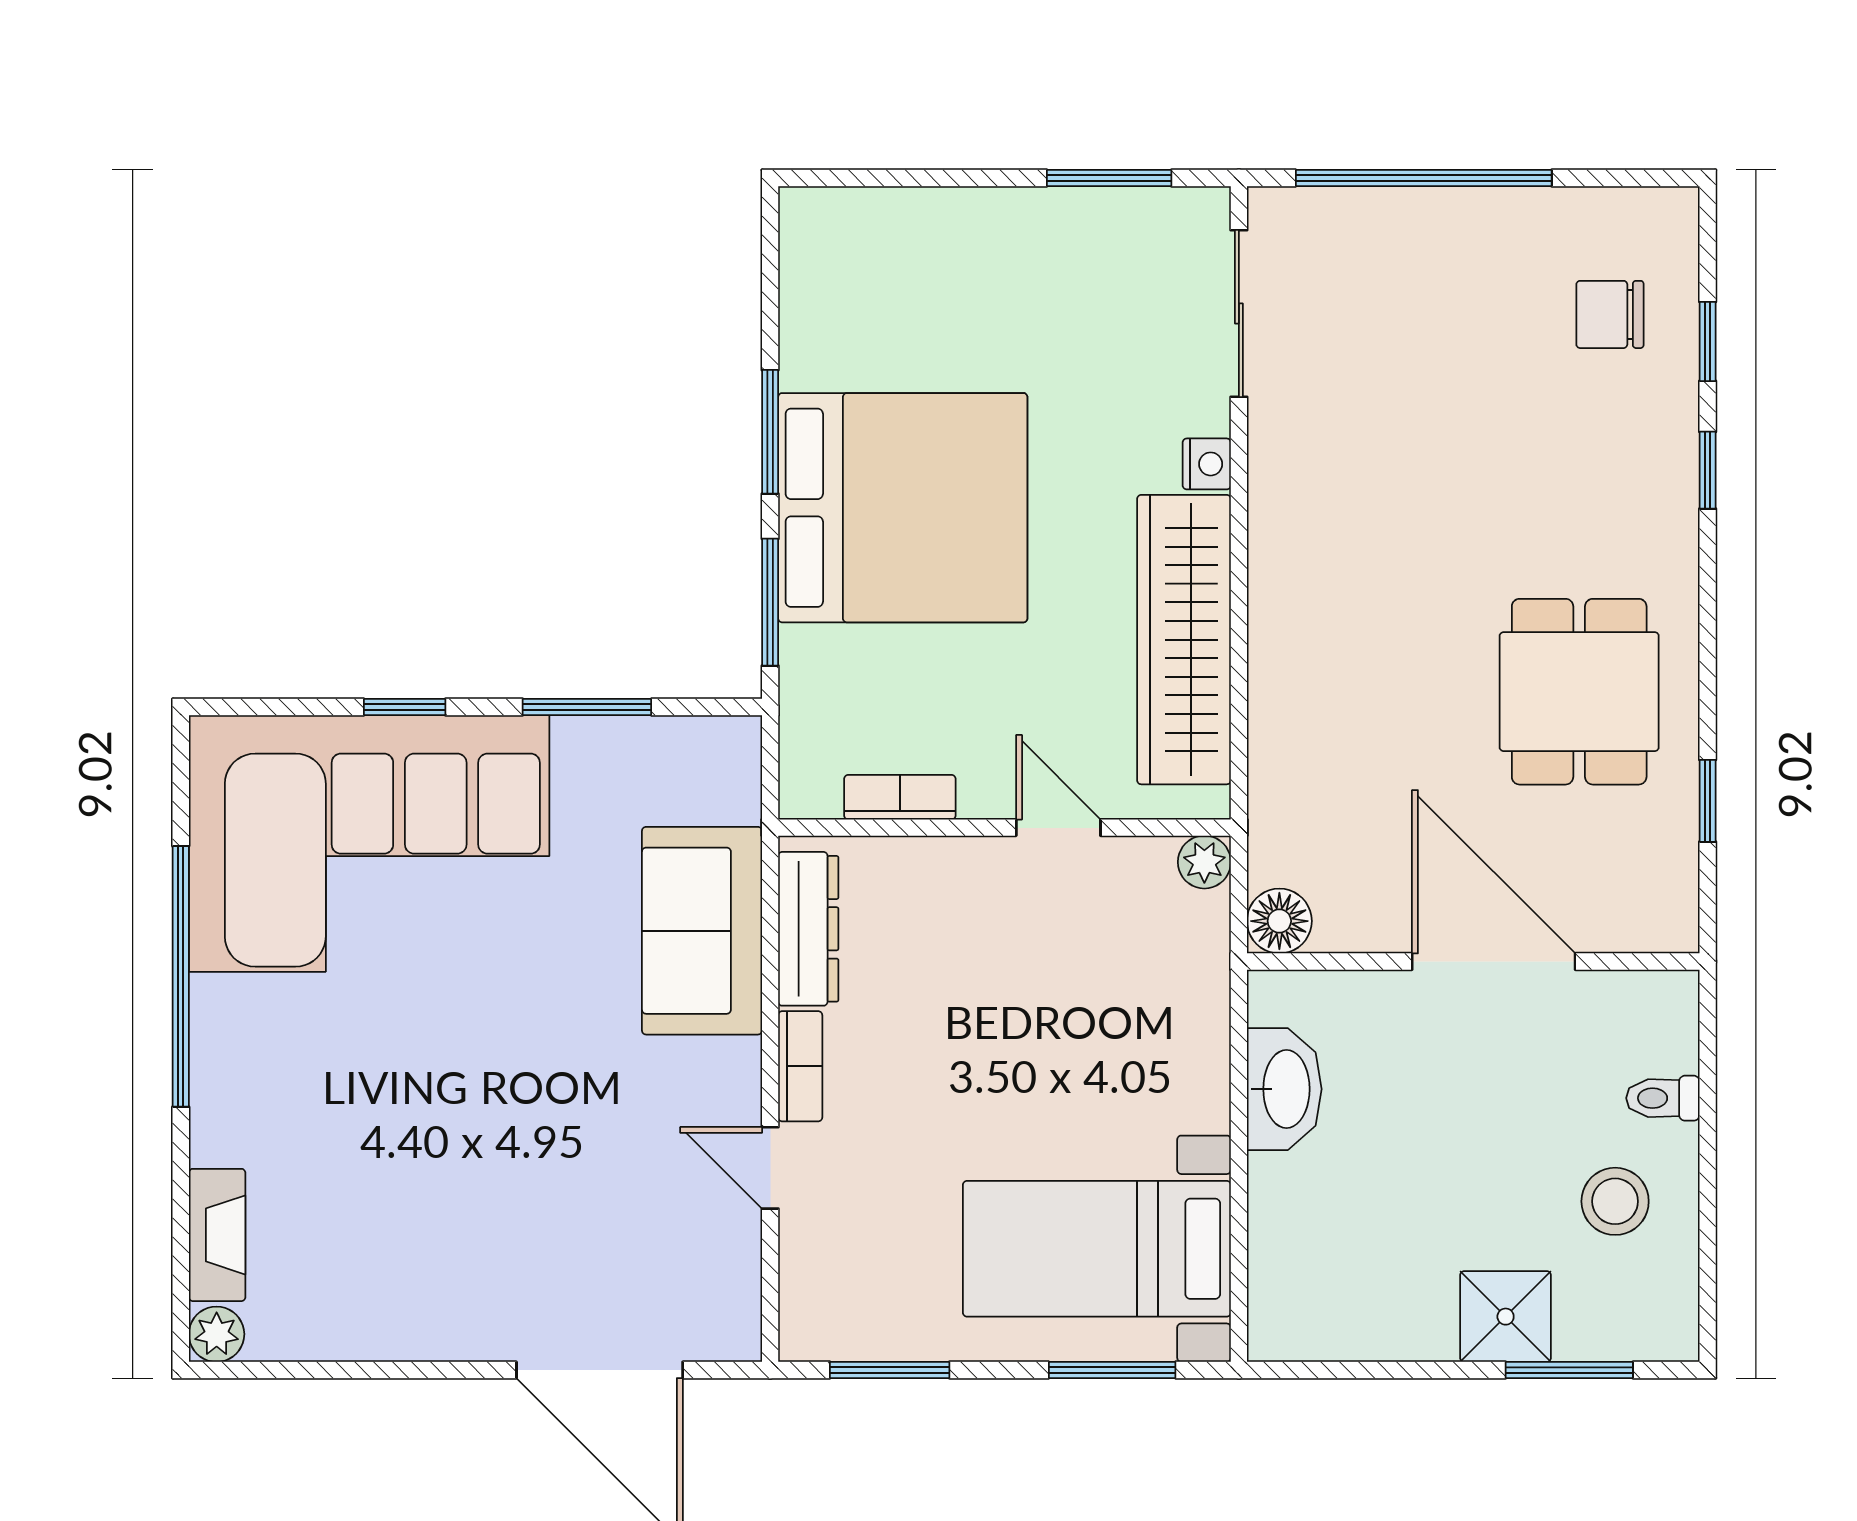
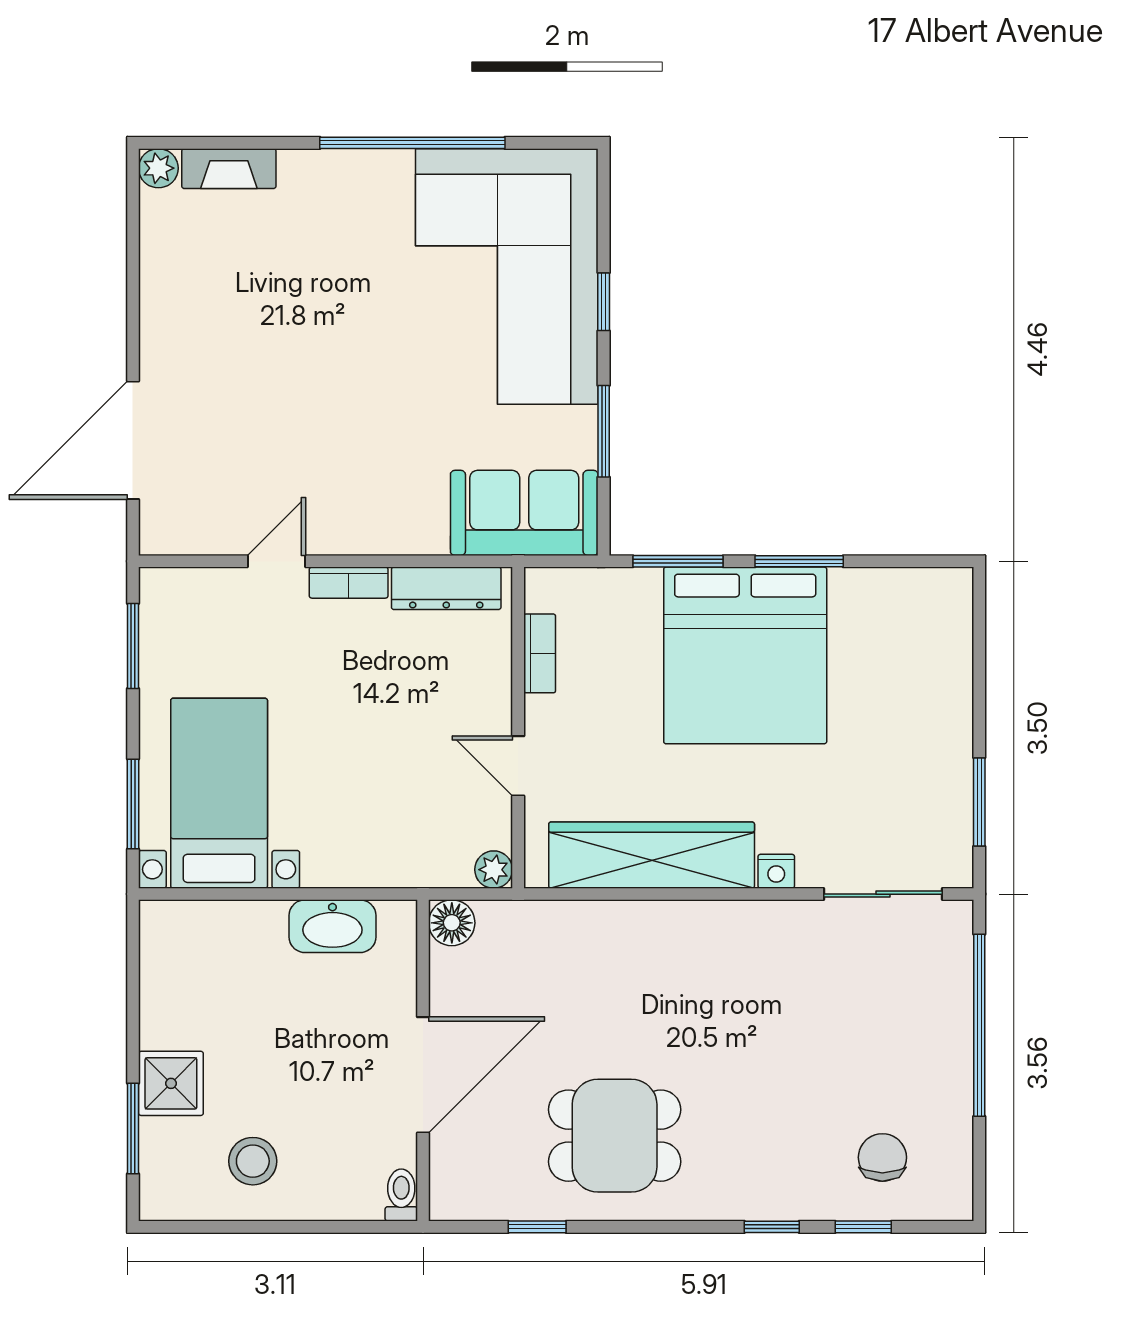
door: (1058, 828) -> (518, 766), swing flipped
sofa: (702, 931) -> (524, 513), moved
toilet: (1663, 1098) -> (401, 1195), moved

